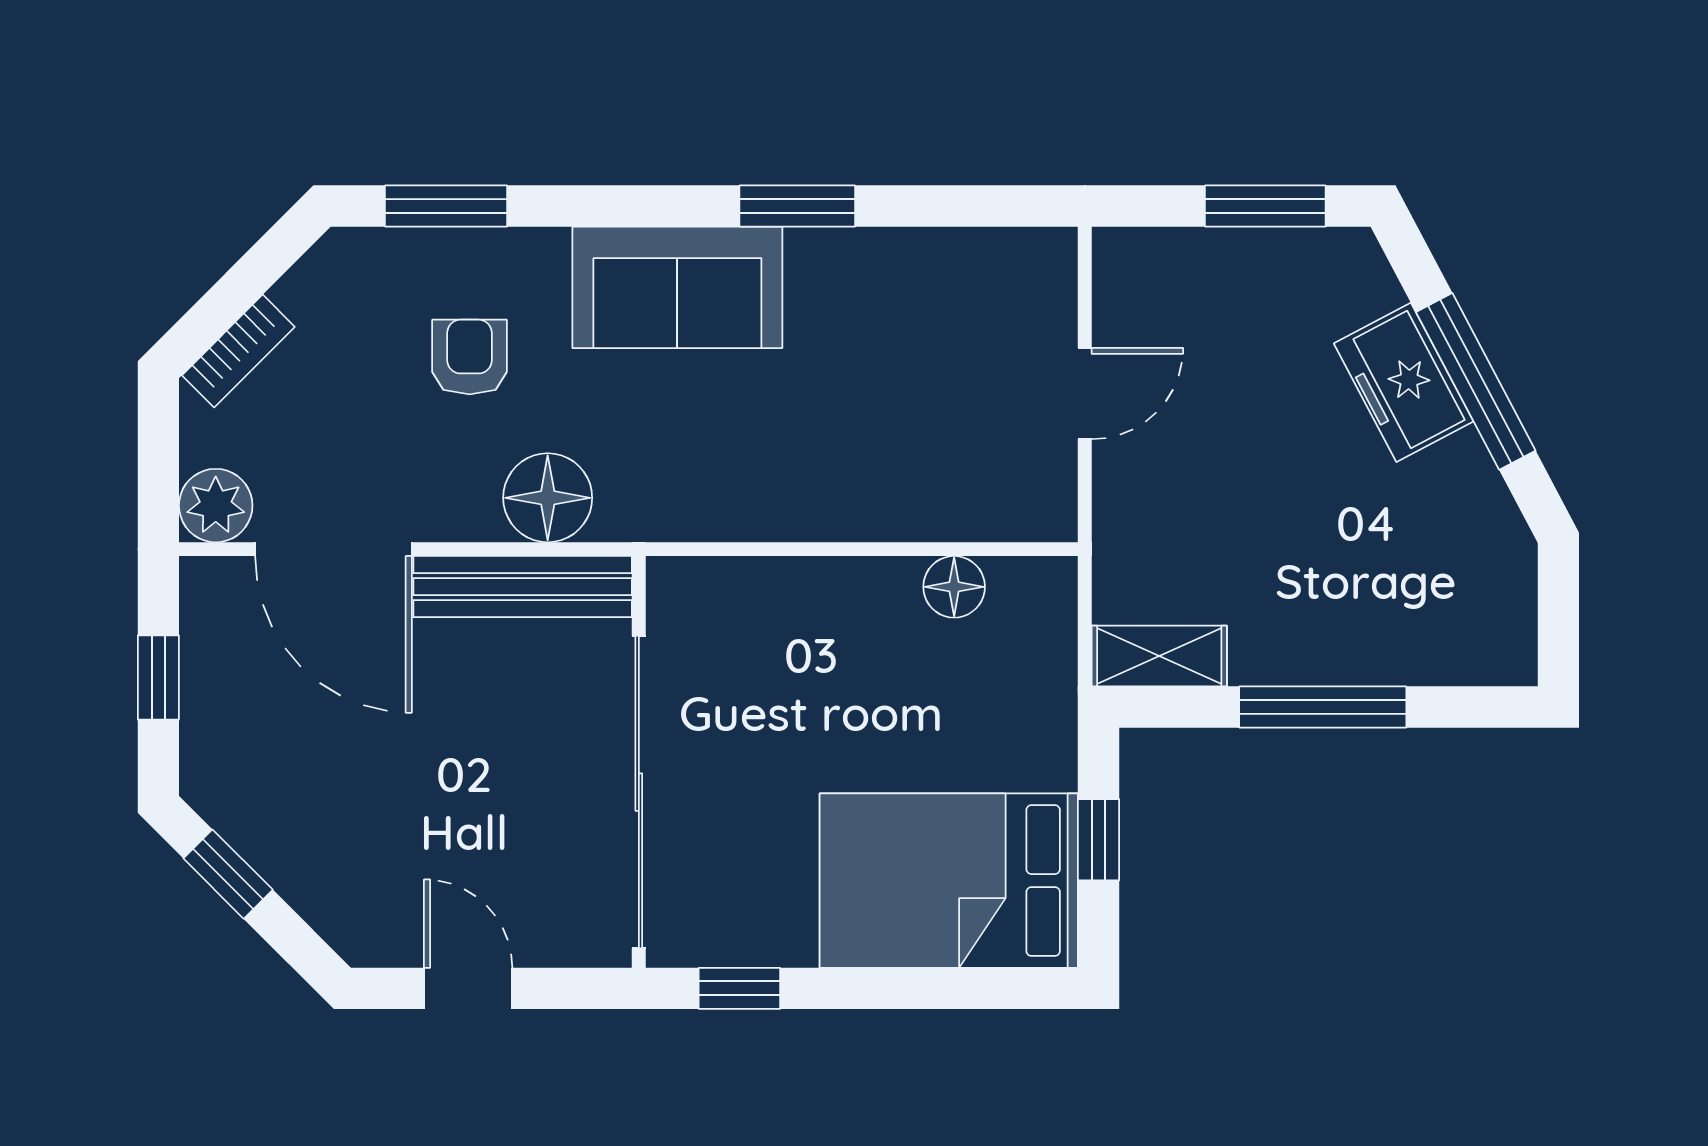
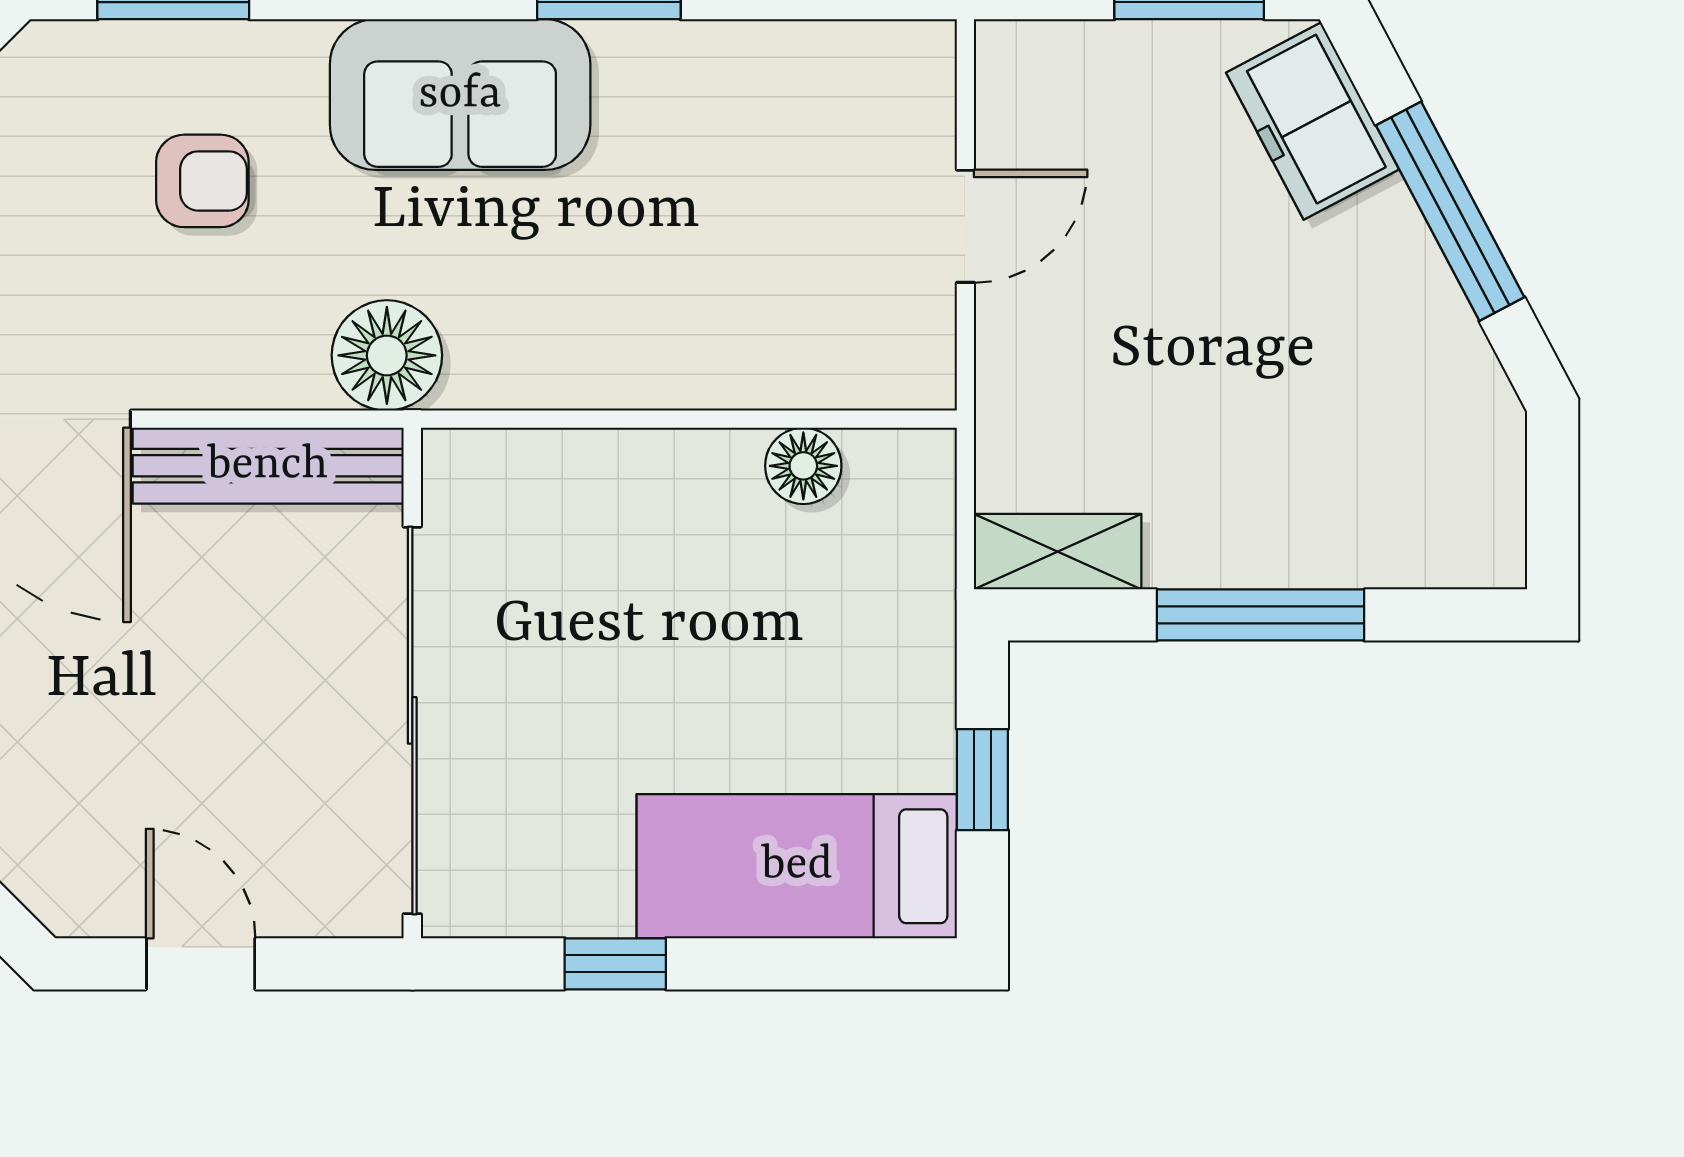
armchair: (470, 357) -> (202, 181), turned 90
freezer: (1404, 382) -> (1313, 121), moved
floor lamp: (548, 498) -> (387, 355), moved
bed: (949, 881) -> (797, 866), width x0.67
window: (739, 988) -> (615, 964), moved

